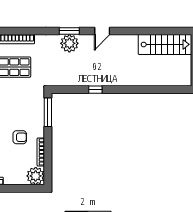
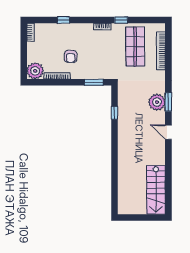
window: (95, 90) -> (115, 113), moved
window: (48, 112) -> (94, 82), width x0.69

